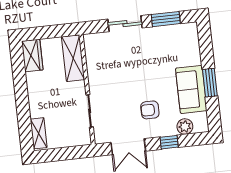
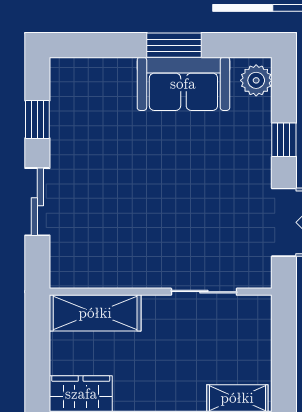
window: (166, 19) -> (37, 119), width x0.67
armchair: (150, 110) -> (215, 171), removed
plant: (185, 127) -> (256, 80), moved

